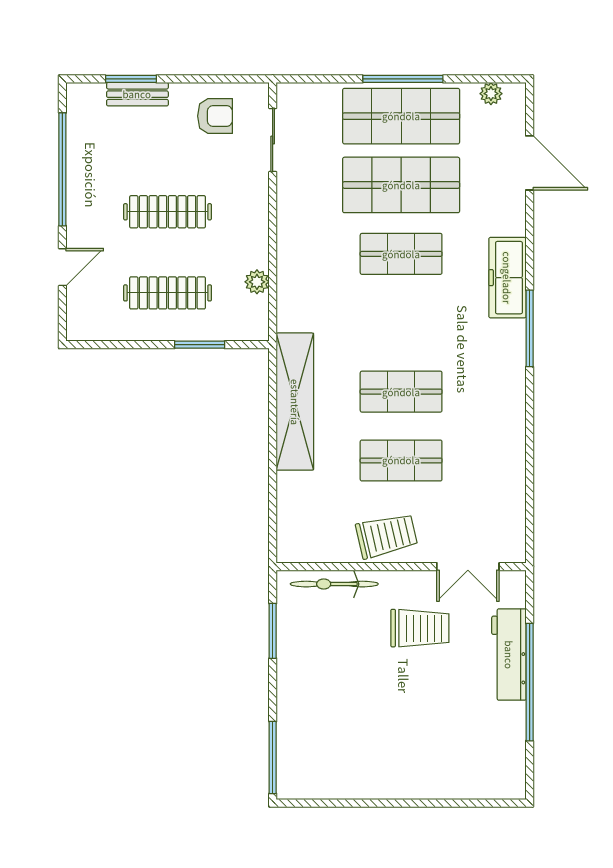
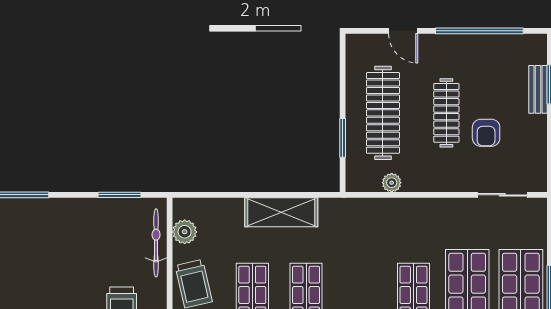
armchair: (215, 116) -> (486, 133), moved
clothes rail: (168, 293) -> (383, 113), width x1.37, depth x1.31
shelving: (295, 402) -> (281, 212), width x0.68
plant: (320, 547) -> (185, 232), added

